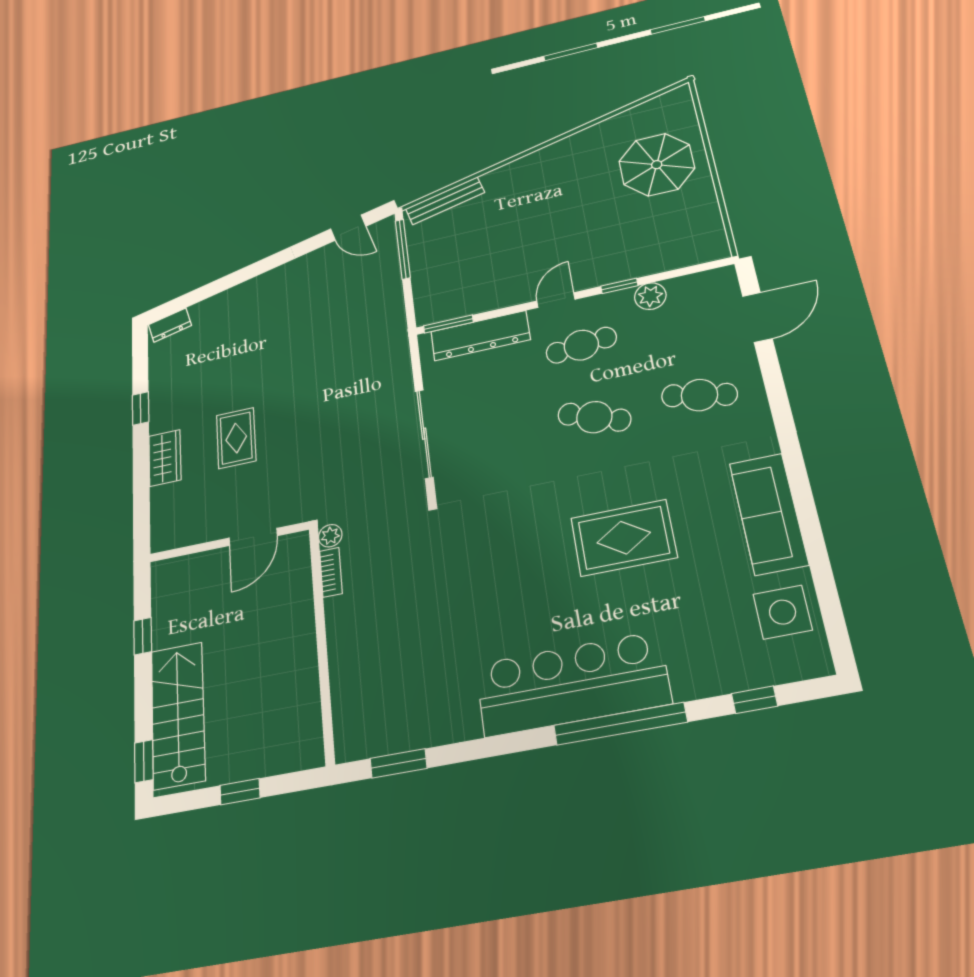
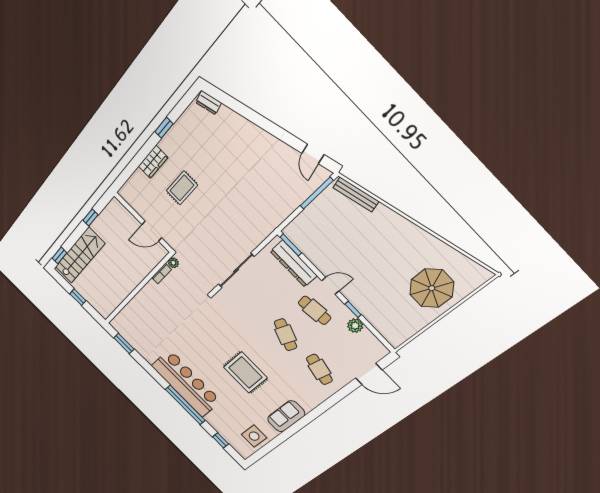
sofa: (768, 514) -> (286, 416), width x0.73

